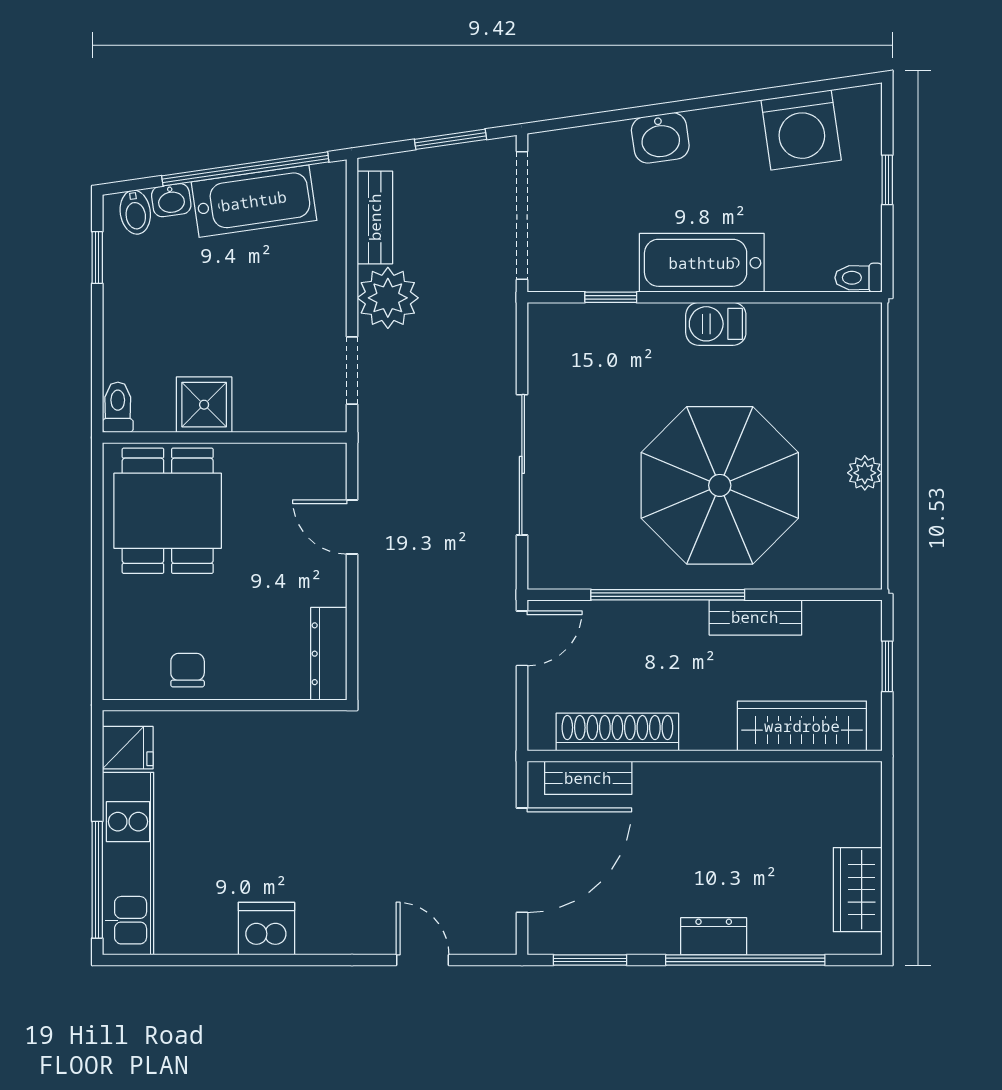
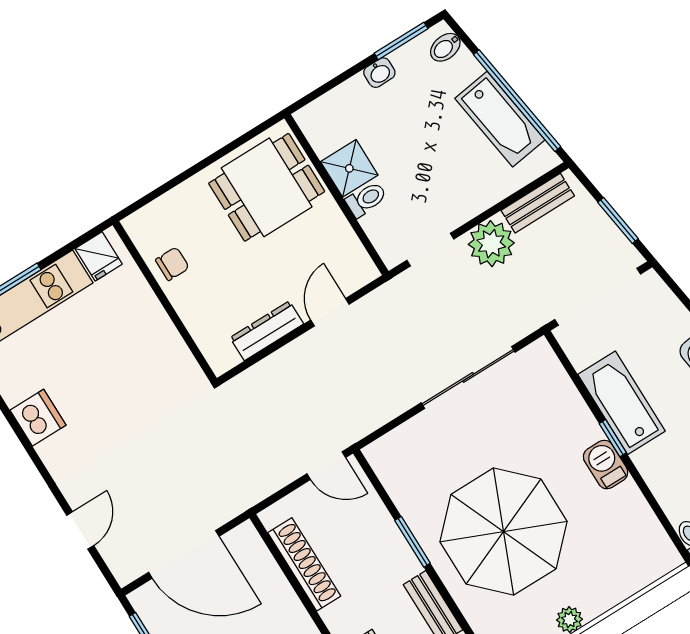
washbasin: (171, 200) -> (379, 73), moved, turned -82
window: (97, 258) -> (401, 41), width x1.50
bathtub: (702, 263) -> (621, 403), moved
window: (611, 297) -> (613, 438), moved
toilet: (118, 407) -> (366, 199), moved
sliding door: (522, 465) -> (468, 377), moved
window: (668, 595) -> (413, 542), width x0.47
dresser: (329, 654) -> (267, 331), moved
bench: (588, 778) -> (263, 564), removed

